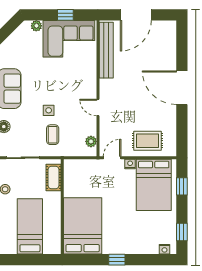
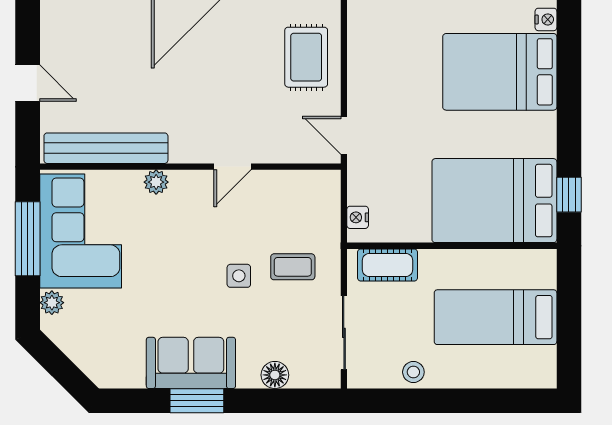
window: (65, 15) -> (28, 239), width x2.17
door: (136, 15) -> (28, 83), width x0.53
plant: (91, 141) -> (156, 182), moved
nightstand: (130, 164) -> (358, 217), moved
bed: (154, 185) -> (500, 72), moved, turned 180
window: (117, 260) -> (569, 195), moved

